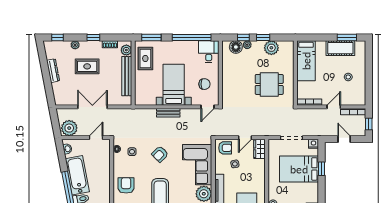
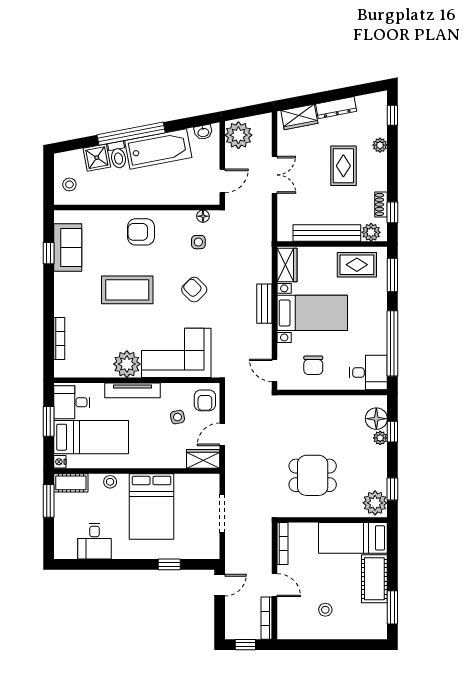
window: (93, 38) -> (392, 212), moved
window: (263, 38) -> (392, 489), moved
plant: (271, 48) -> (375, 503), moved
cot: (340, 48) -> (374, 579), moved
dining table: (269, 84) -> (313, 475), turned 90
wardrobe: (58, 92) -> (299, 117), added
wardrobe: (146, 100) -> (287, 265), added
double door: (92, 107) -> (275, 175), width x0.73
door: (96, 138) -> (222, 181), hinge flipped
door: (245, 138) -> (222, 434), hinge flipped
door: (344, 139) -> (220, 585), moved
nightstand: (313, 144) -> (212, 551), removed
bed: (299, 169) -> (152, 507), moved, turned 180
armchair: (126, 185) -> (141, 232), turned 180

